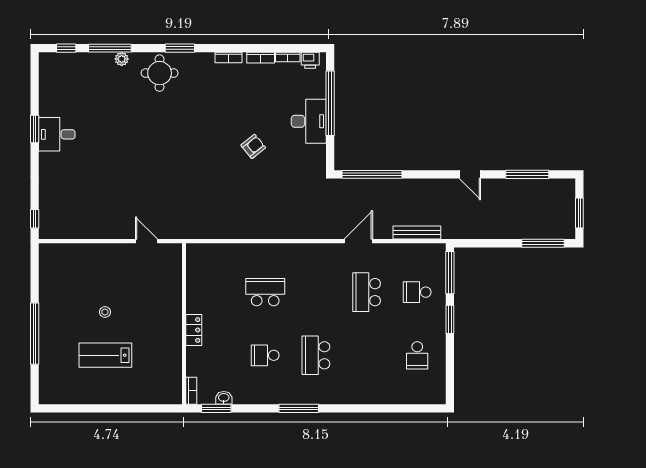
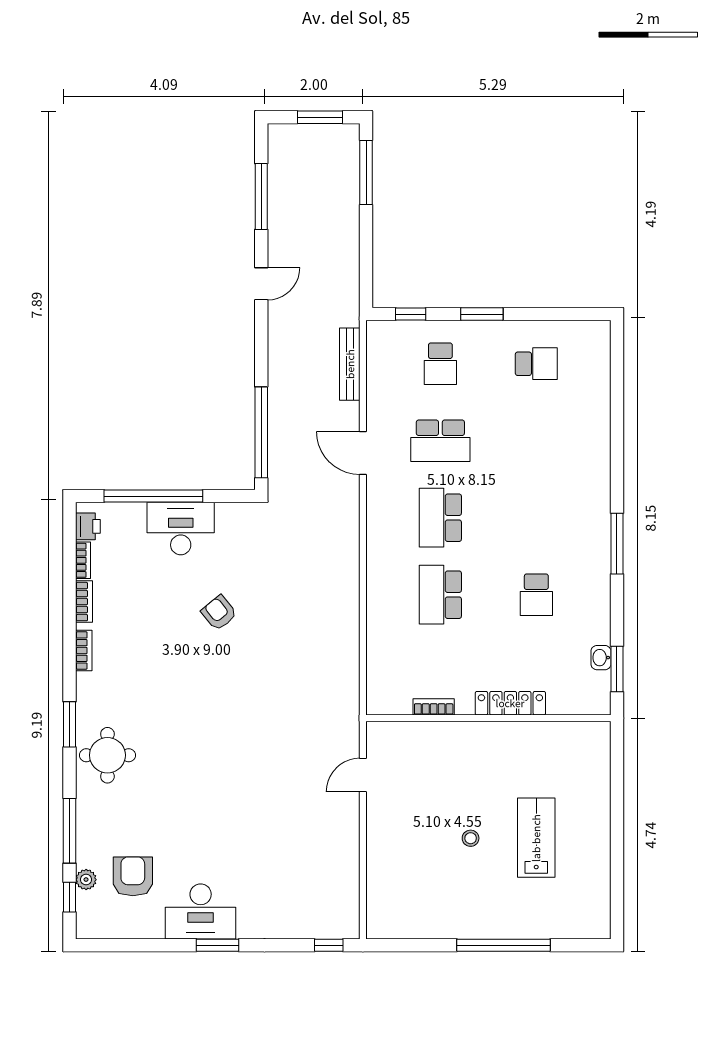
plant: (122, 59) -> (86, 880), moved
armchair: (80, 90) -> (133, 876), added
window: (35, 129) -> (217, 945), moved
desk: (57, 134) -> (201, 911), width x1.37
window: (450, 273) -> (411, 314), width x0.46
locker: (194, 330) -> (510, 703), width x1.53
lab bench: (105, 355) -> (536, 838), turned 180
school desk: (316, 355) -> (440, 518), moved, turned 90
bookcase: (191, 391) -> (434, 707), moved

